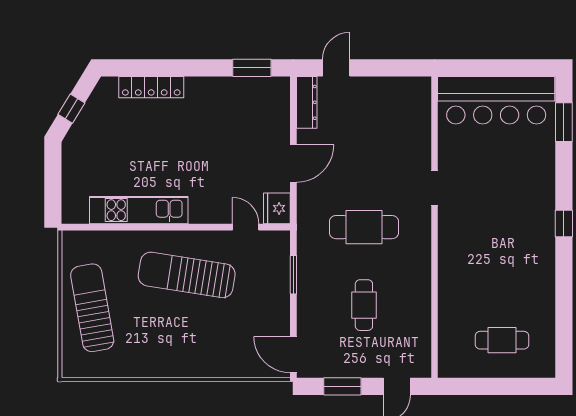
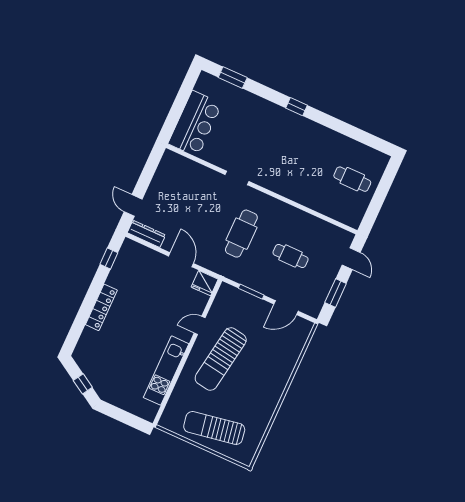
window: (252, 68) -> (109, 258), width x0.67
locker: (151, 87) -> (101, 307), moved
bar counter: (496, 100) -> (195, 124), width x0.73
door: (246, 227) -> (200, 325), moved
cafe table: (502, 340) -> (352, 179), turned 90
door: (293, 355) -> (286, 308), moved

